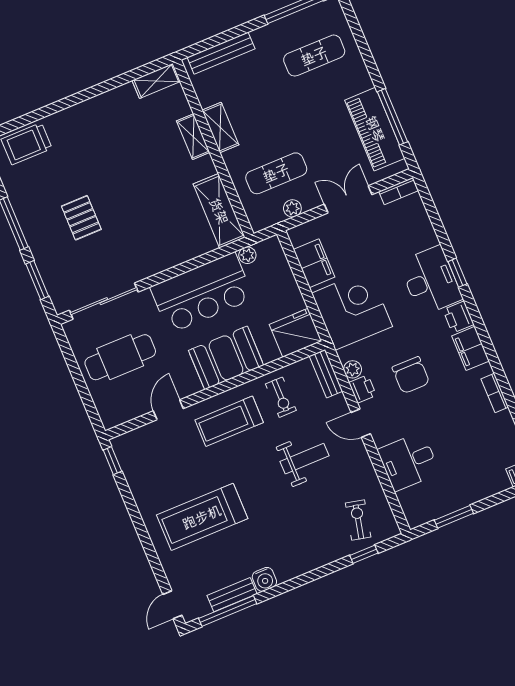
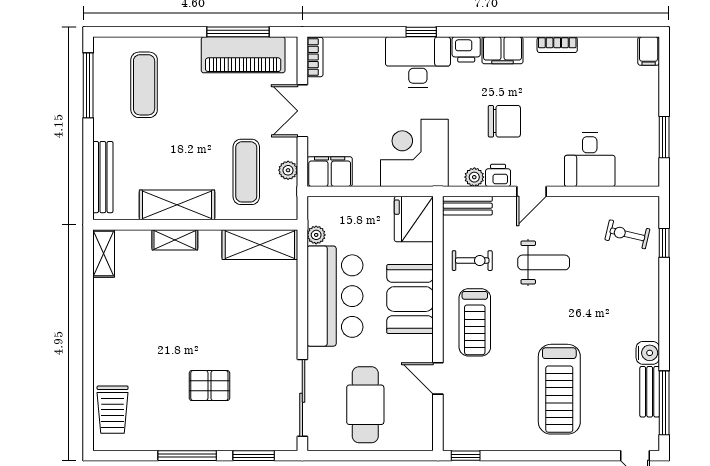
shelving: (220, 127) -> (177, 205), width x1.50, depth x1.33
filing cabinet: (314, 263) -> (330, 172), moved
weight bench: (305, 459) -> (544, 262), turned 90

